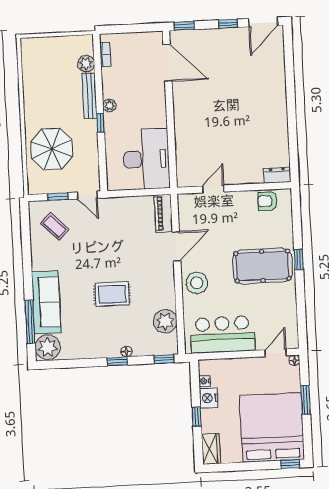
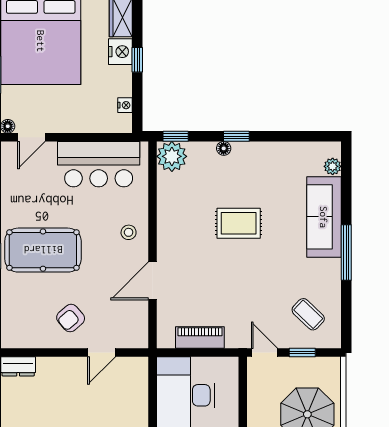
armchair: (267, 201) -> (71, 318), moved, turned 139
piano: (163, 213) -> (200, 338), moved, turned -90
stool: (197, 283) -> (129, 232), width x0.53, depth x0.53
plant: (165, 321) -> (172, 156), moved
window: (30, 322) -> (346, 252), moved
plant: (48, 347) -> (333, 166), width x0.53, depth x0.53
nightstand: (209, 398) -> (120, 52), moved

